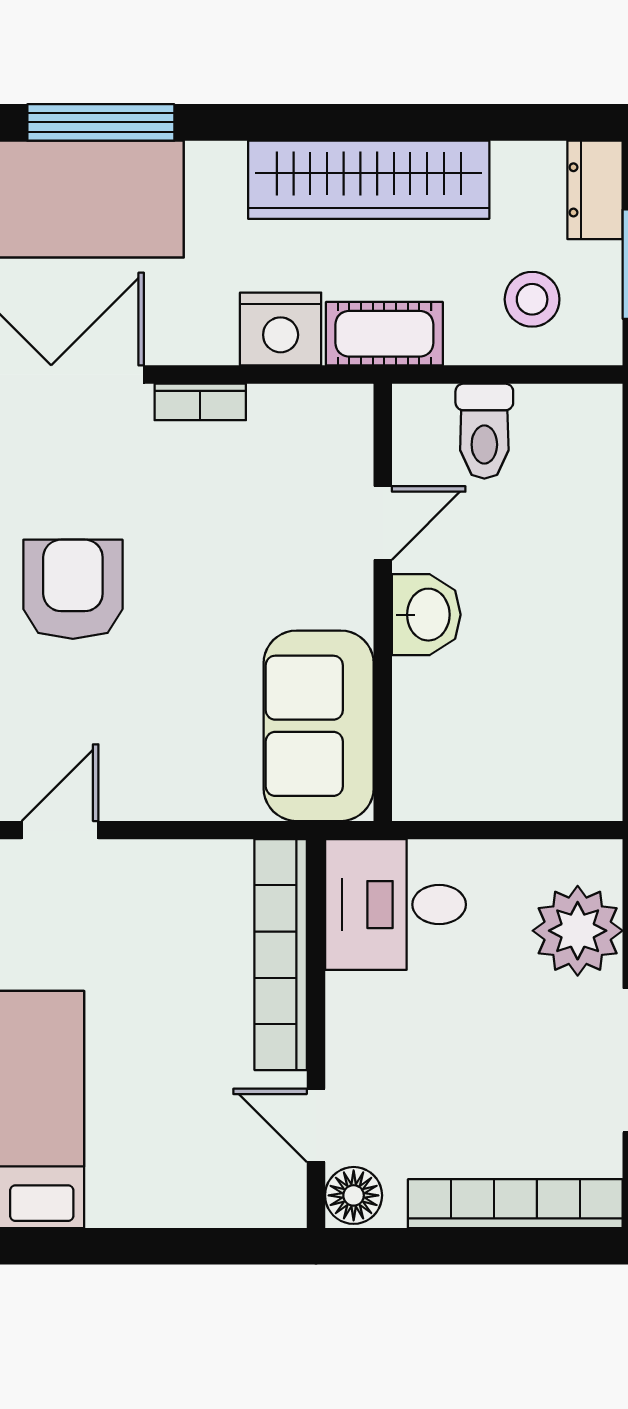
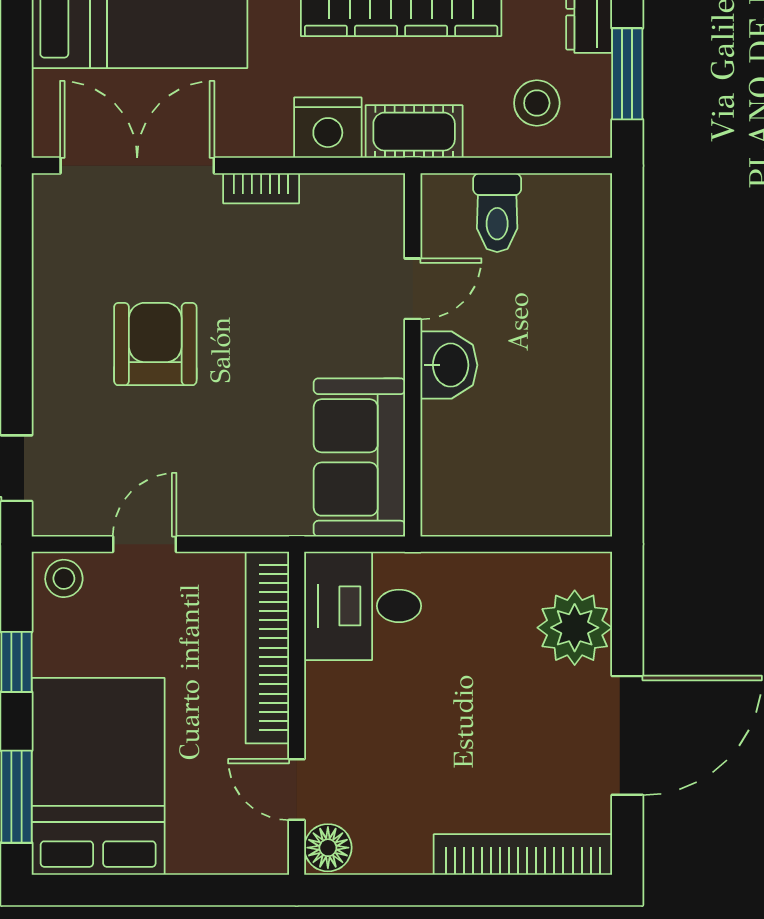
desk: (395, 905) -> (363, 606), moved
bookcase: (281, 955) -> (267, 648), moved
wall: (316, 1034) -> (297, 713), moved
door: (316, 1125) -> (297, 789), moved
floor lamp: (354, 1195) -> (328, 848), moved

